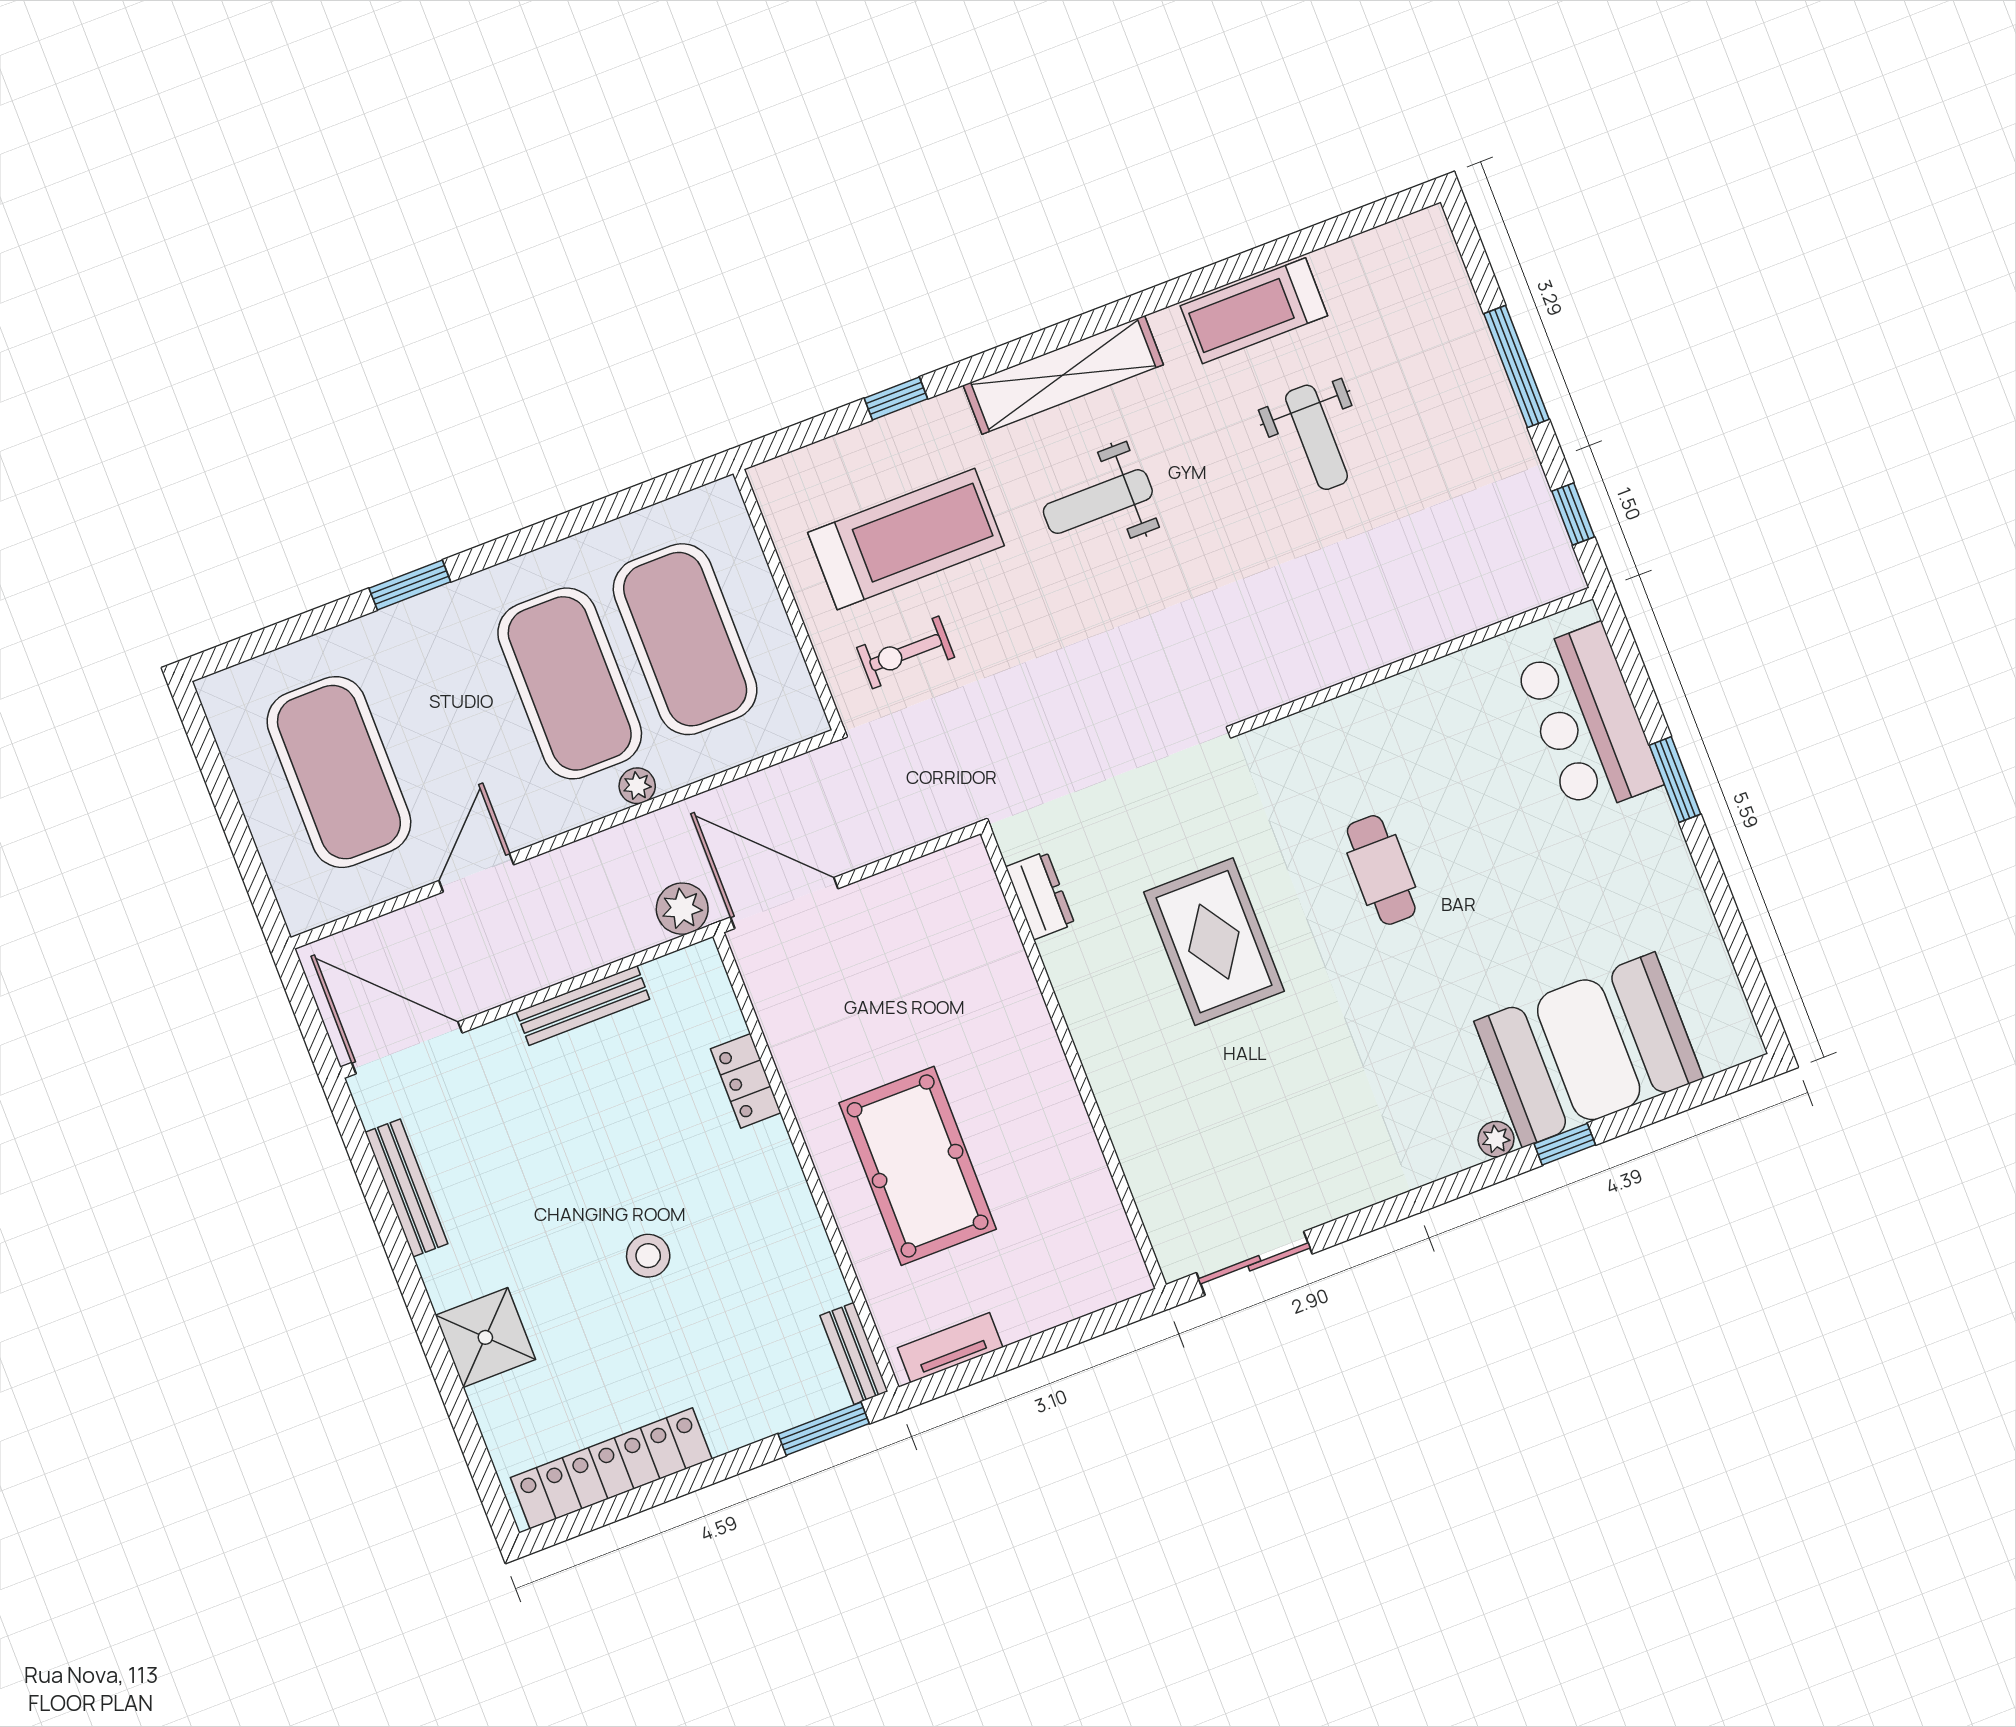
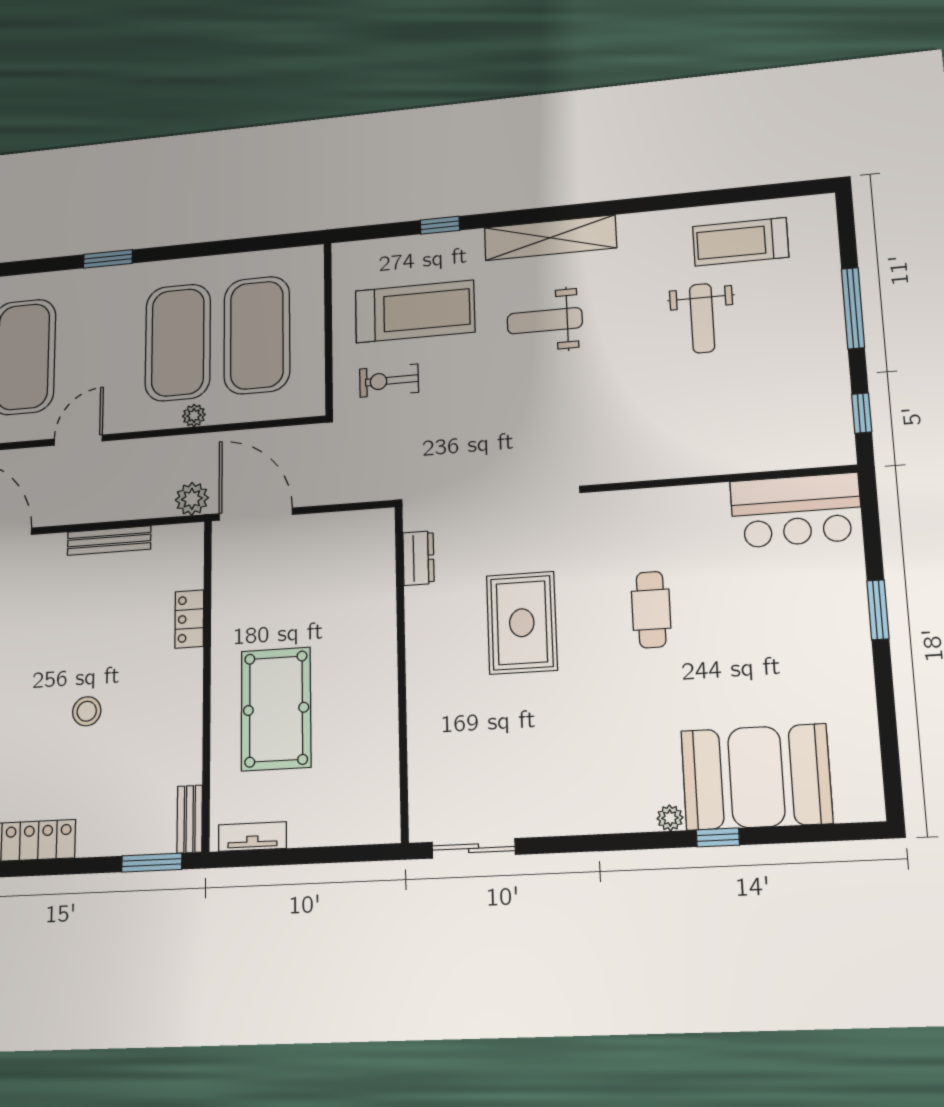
treadmill: (1254, 311) -> (740, 242), moved
bar counter: (1588, 720) -> (796, 510), moved, turned -90

